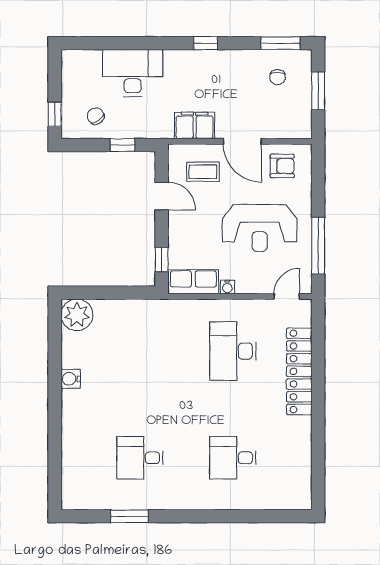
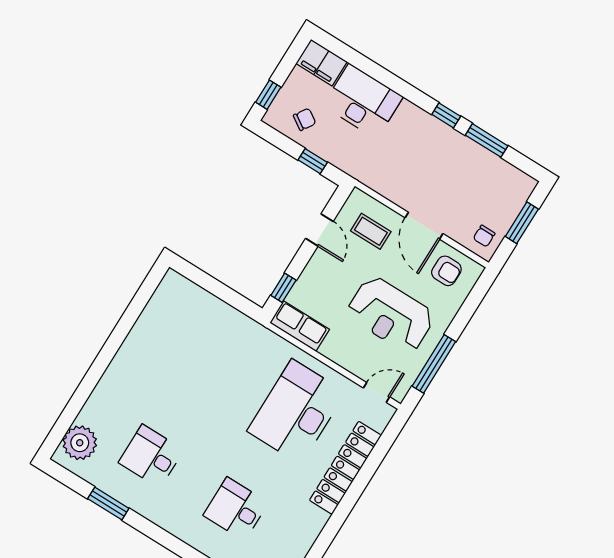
window: (281, 43) -> (487, 140), moved
chair: (278, 77) -> (484, 236), moved
chair: (96, 116) -> (305, 119), turned 70
filing cabinet: (195, 125) -> (322, 63), moved, turned 180
water cooler: (227, 287) -> (328, 350), removed
plant: (77, 315) -> (80, 443), moved
desk: (233, 351) -> (296, 412), width x1.36, depth x1.30
water cooler: (71, 379) -> (133, 345), removed

